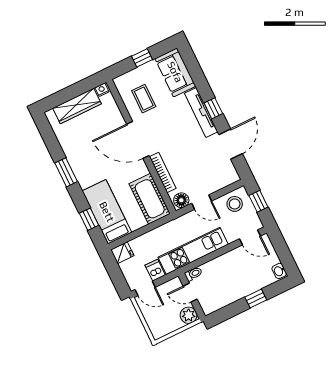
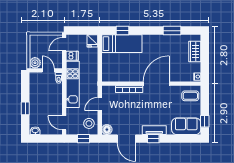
window: (142, 58) -> (205, 121), moved
coffee table: (144, 99) -> (190, 96), moved
wardrobe: (77, 106) -> (195, 52), width x0.67
tv unit: (201, 112) -> (154, 130), width x0.71
window: (66, 172) -> (172, 31), moved
cot: (150, 199) -> (117, 73), removed
floor lamp: (181, 200) -> (107, 130), moved
door: (250, 237) -> (64, 123), hinge flipped
door: (190, 293) -> (48, 70), hinge flipped

